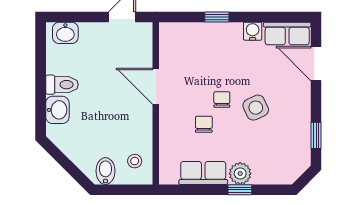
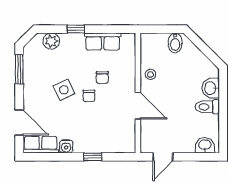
window: (316, 135) -> (19, 69), width x1.50
stool: (135, 161) -> (150, 74), moved
plant: (240, 174) -> (51, 41), moved

